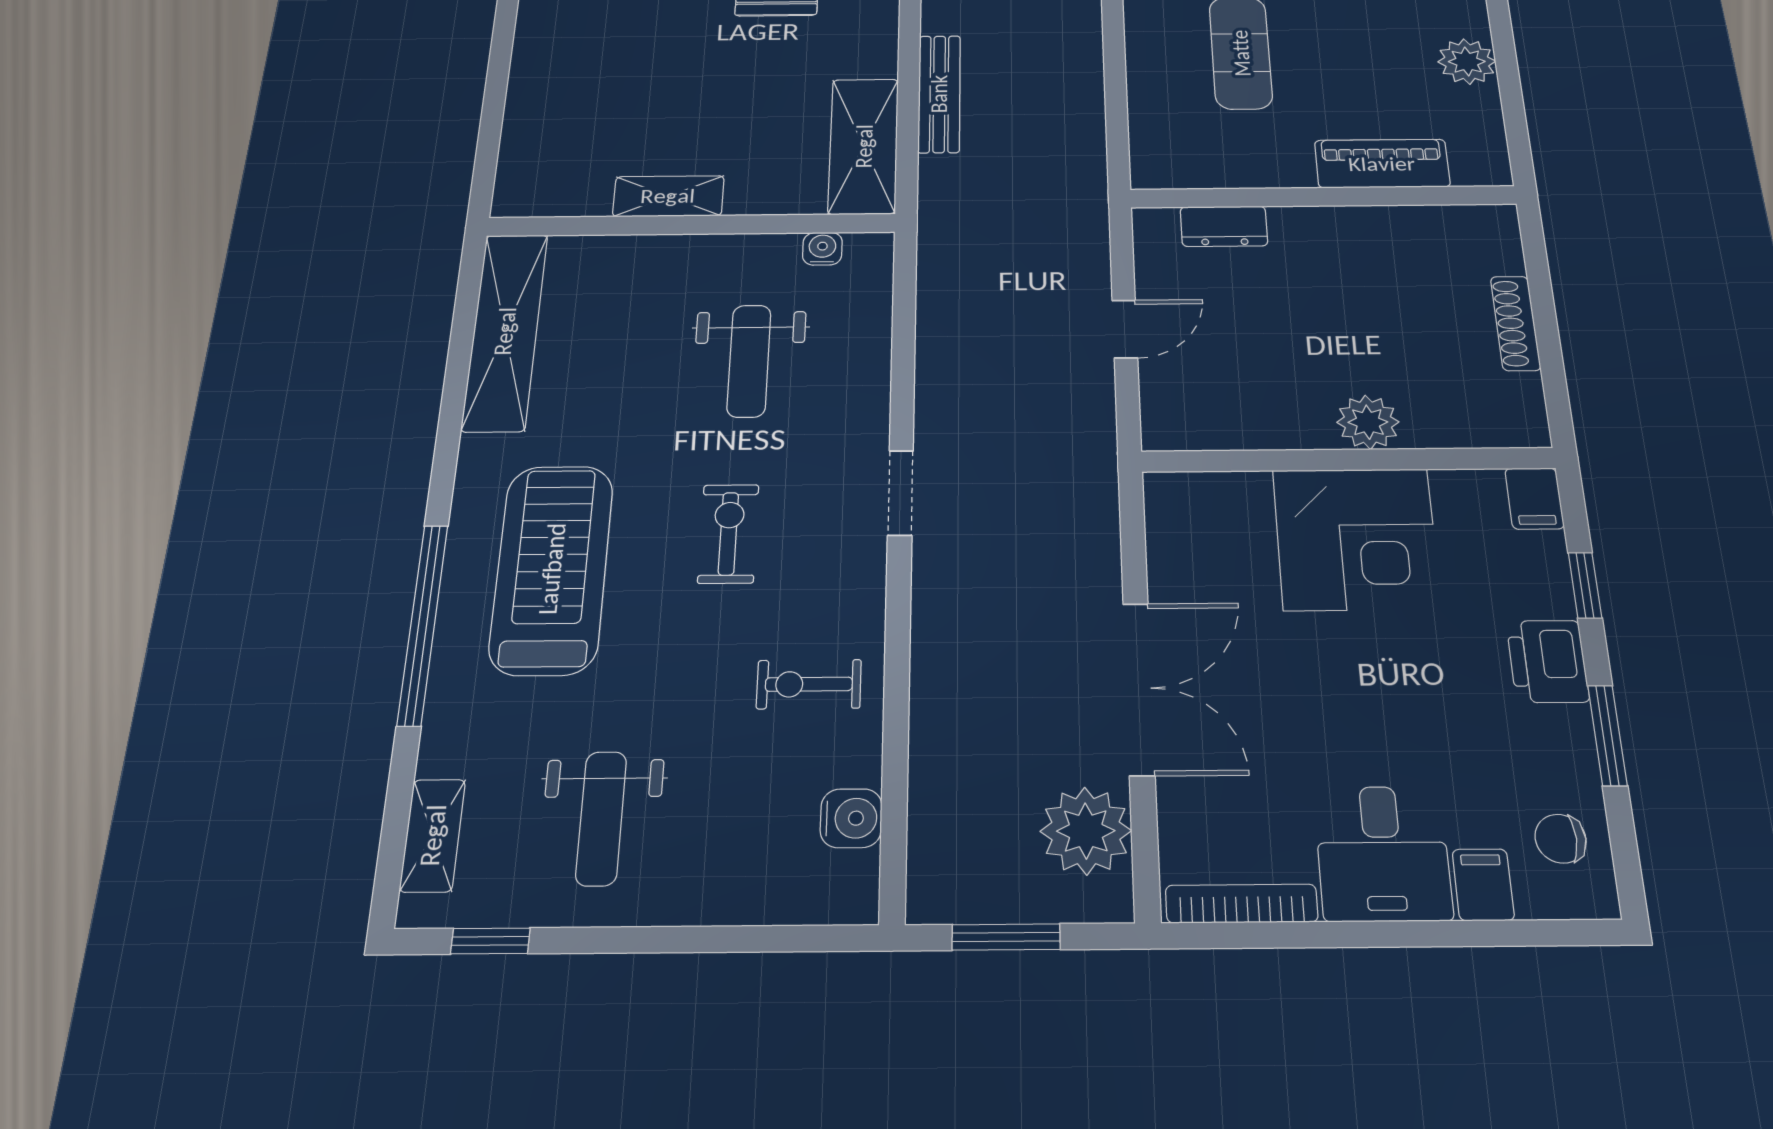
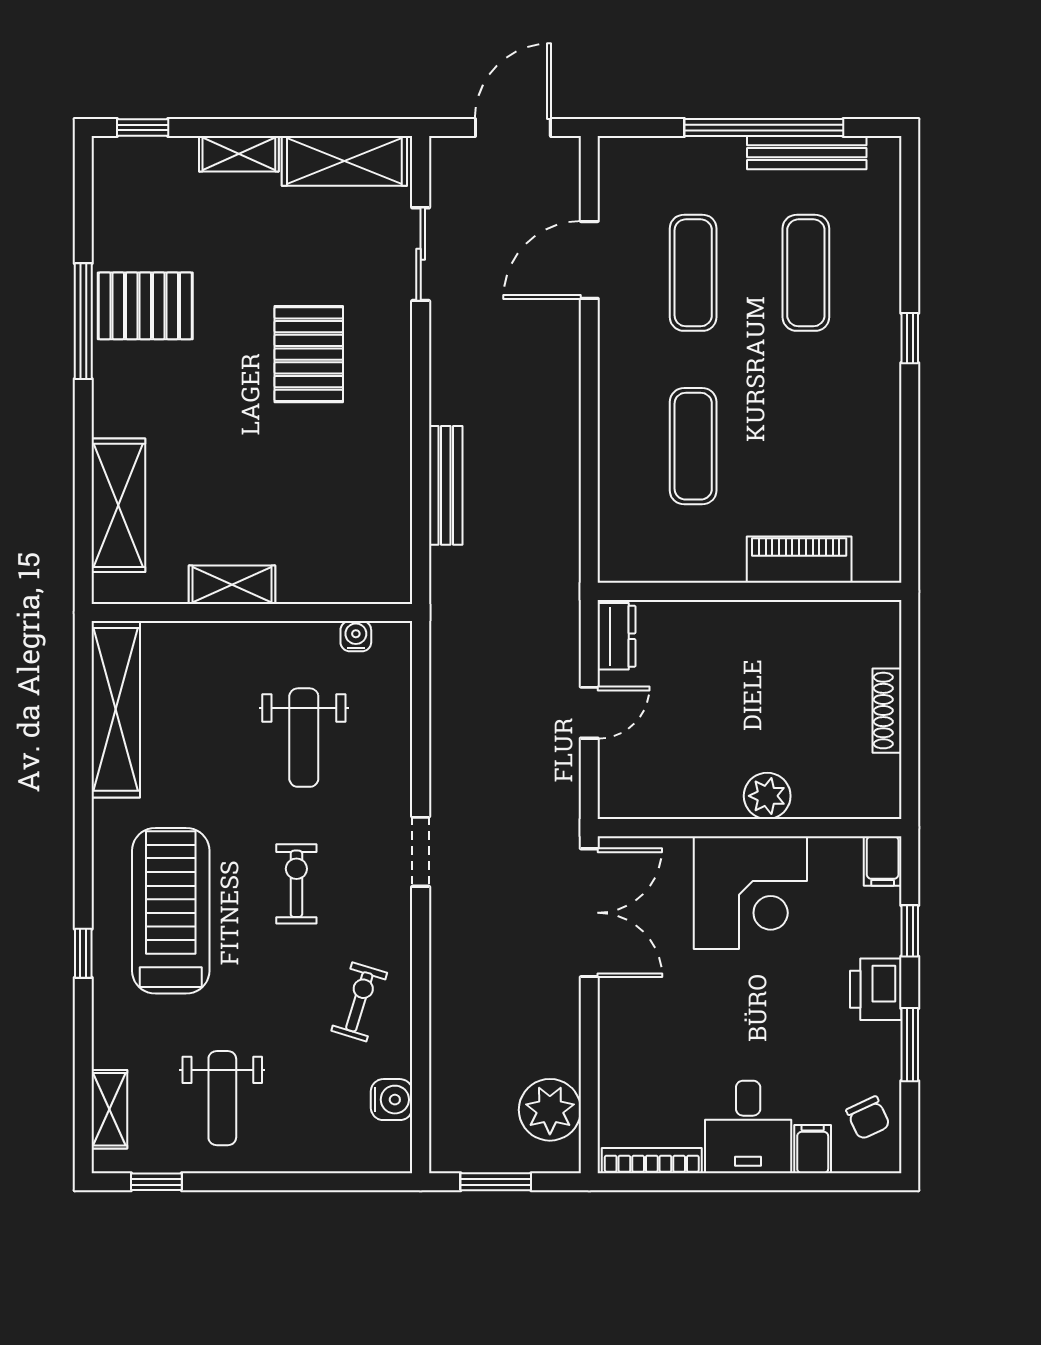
plant: (1467, 62) -> (878, 458), removed
shelving: (864, 146) -> (118, 505), moved
dresser: (1224, 226) -> (617, 636), moved, turned -90
window: (423, 624) -> (83, 953), width x0.32
exercise bike: (809, 684) -> (359, 1002), turned 107
double door: (1139, 688) -> (589, 913), moved
chair: (1561, 839) -> (868, 1118), turned -115

